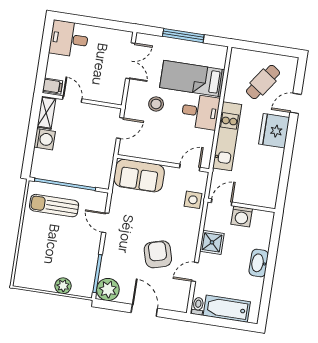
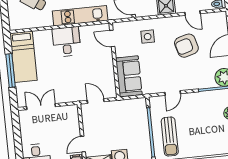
bed: (192, 79) -> (23, 57), moved
stool: (156, 104) -> (70, 78), removed
side table: (193, 200) -> (148, 37), moved

